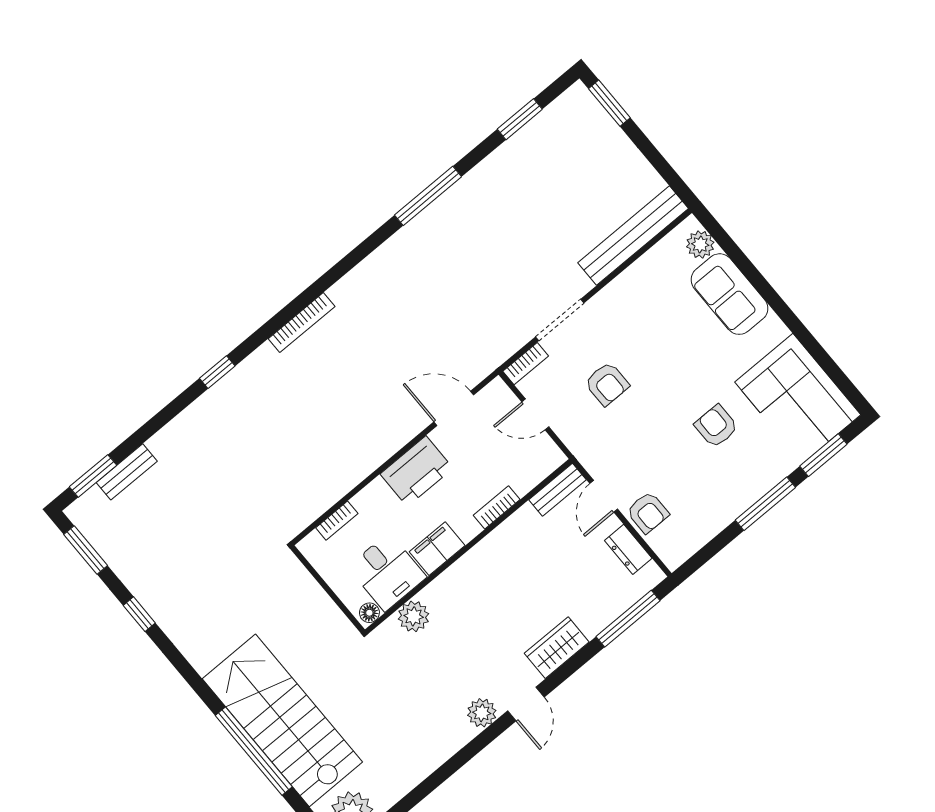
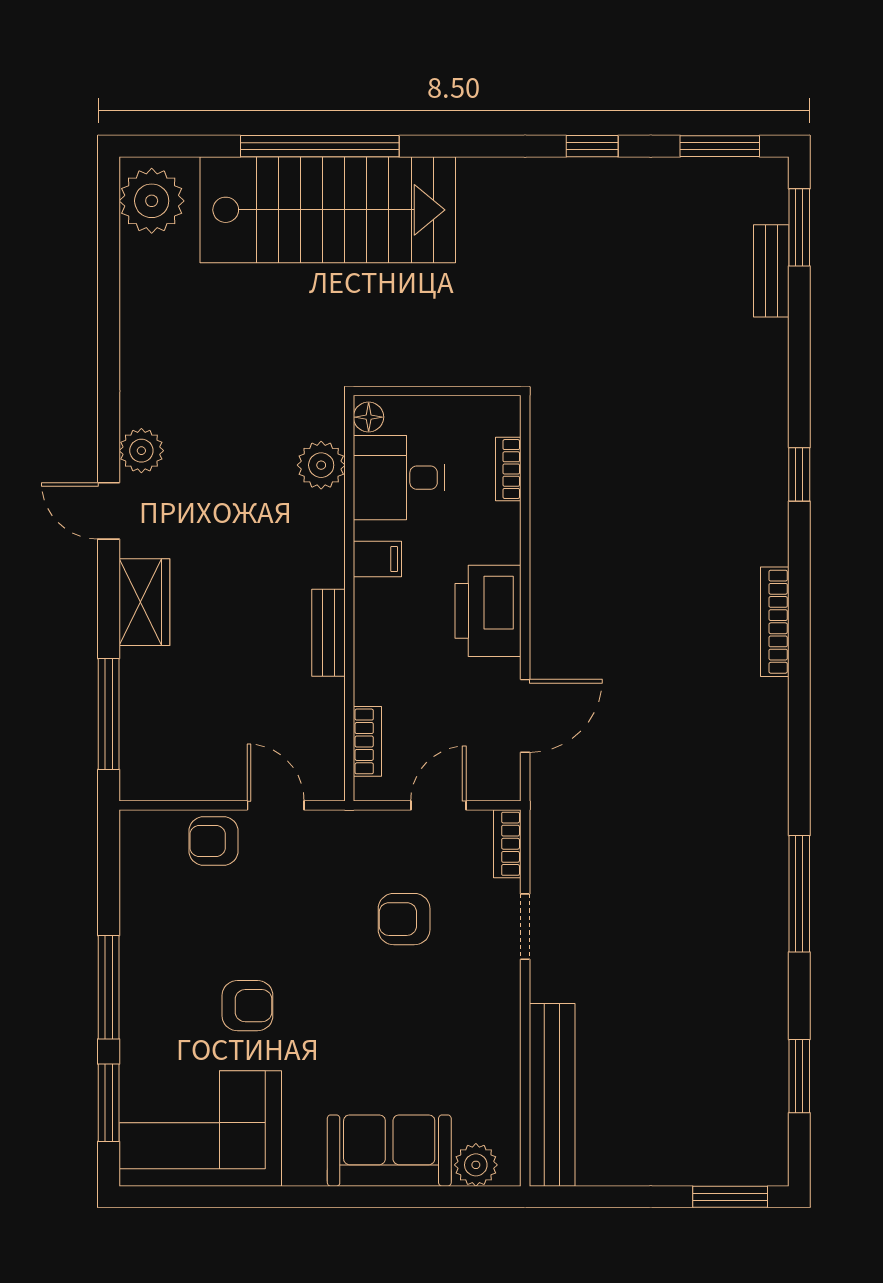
doorway: (560, 320) -> (525, 927), width x0.73
bench: (557, 490) -> (328, 633), moved
bookcase: (497, 507) -> (367, 741), moved
filing cabinet: (437, 549) -> (377, 559), width x0.50
dresser: (628, 549) -> (189, 782), removed

